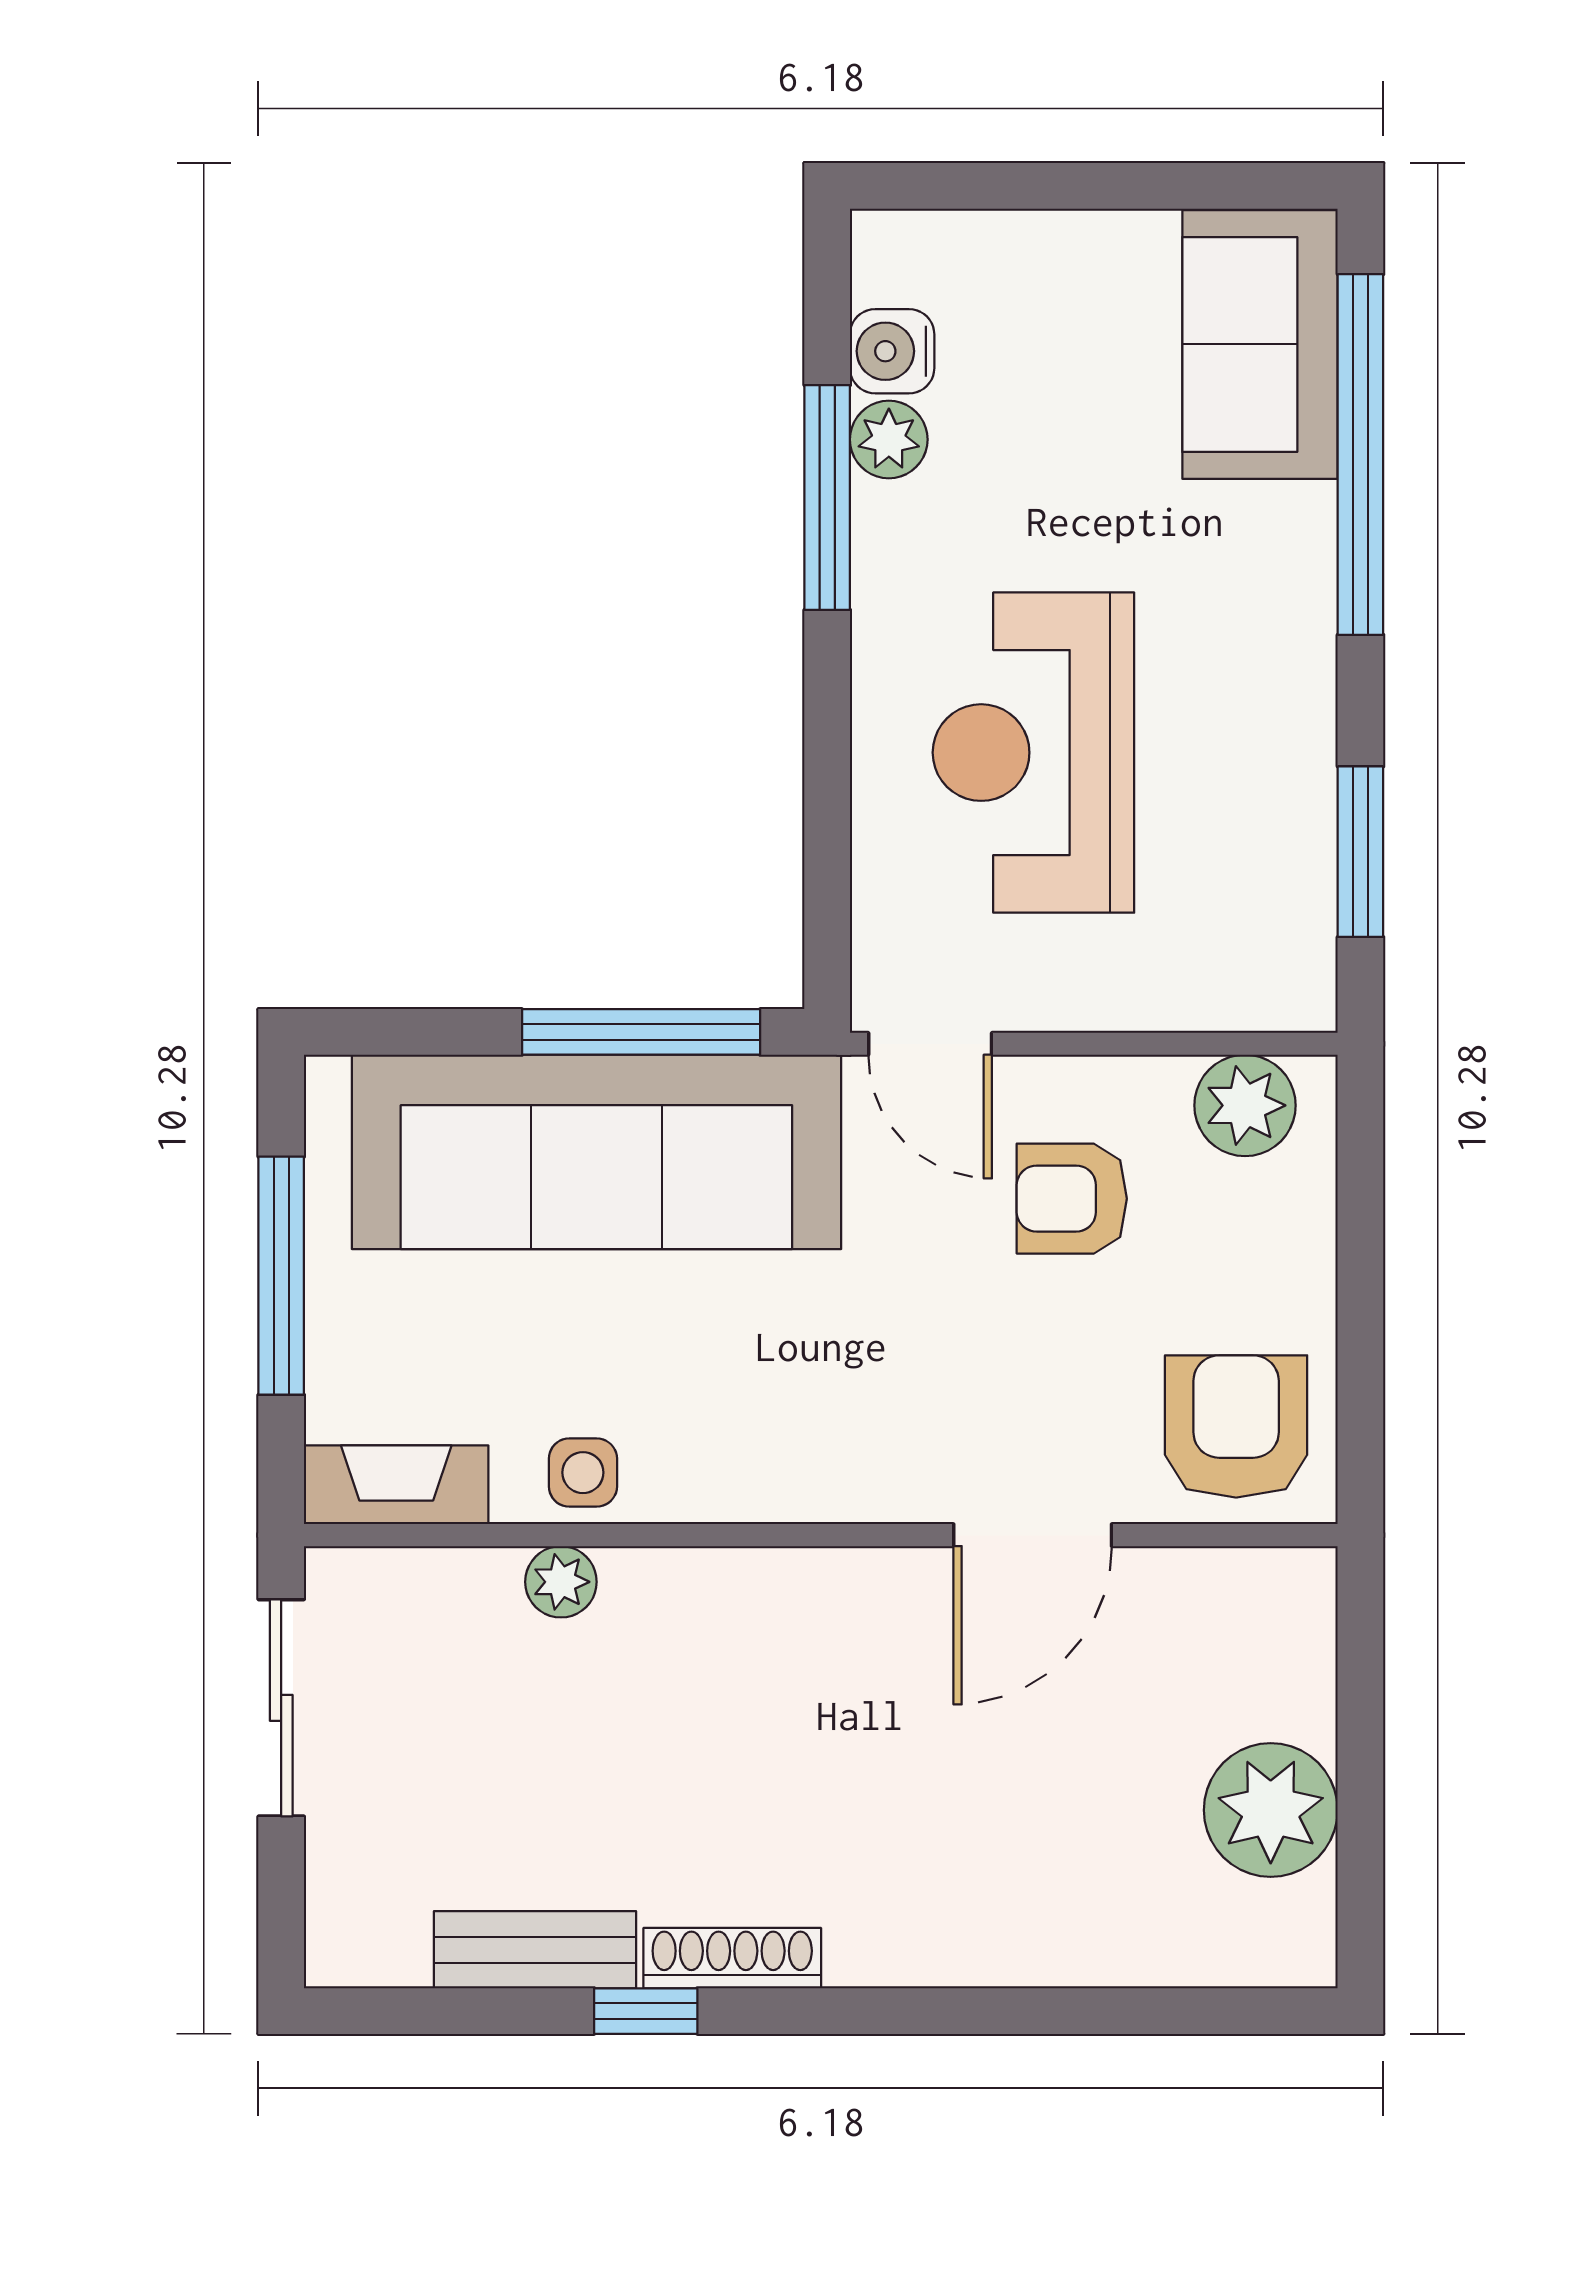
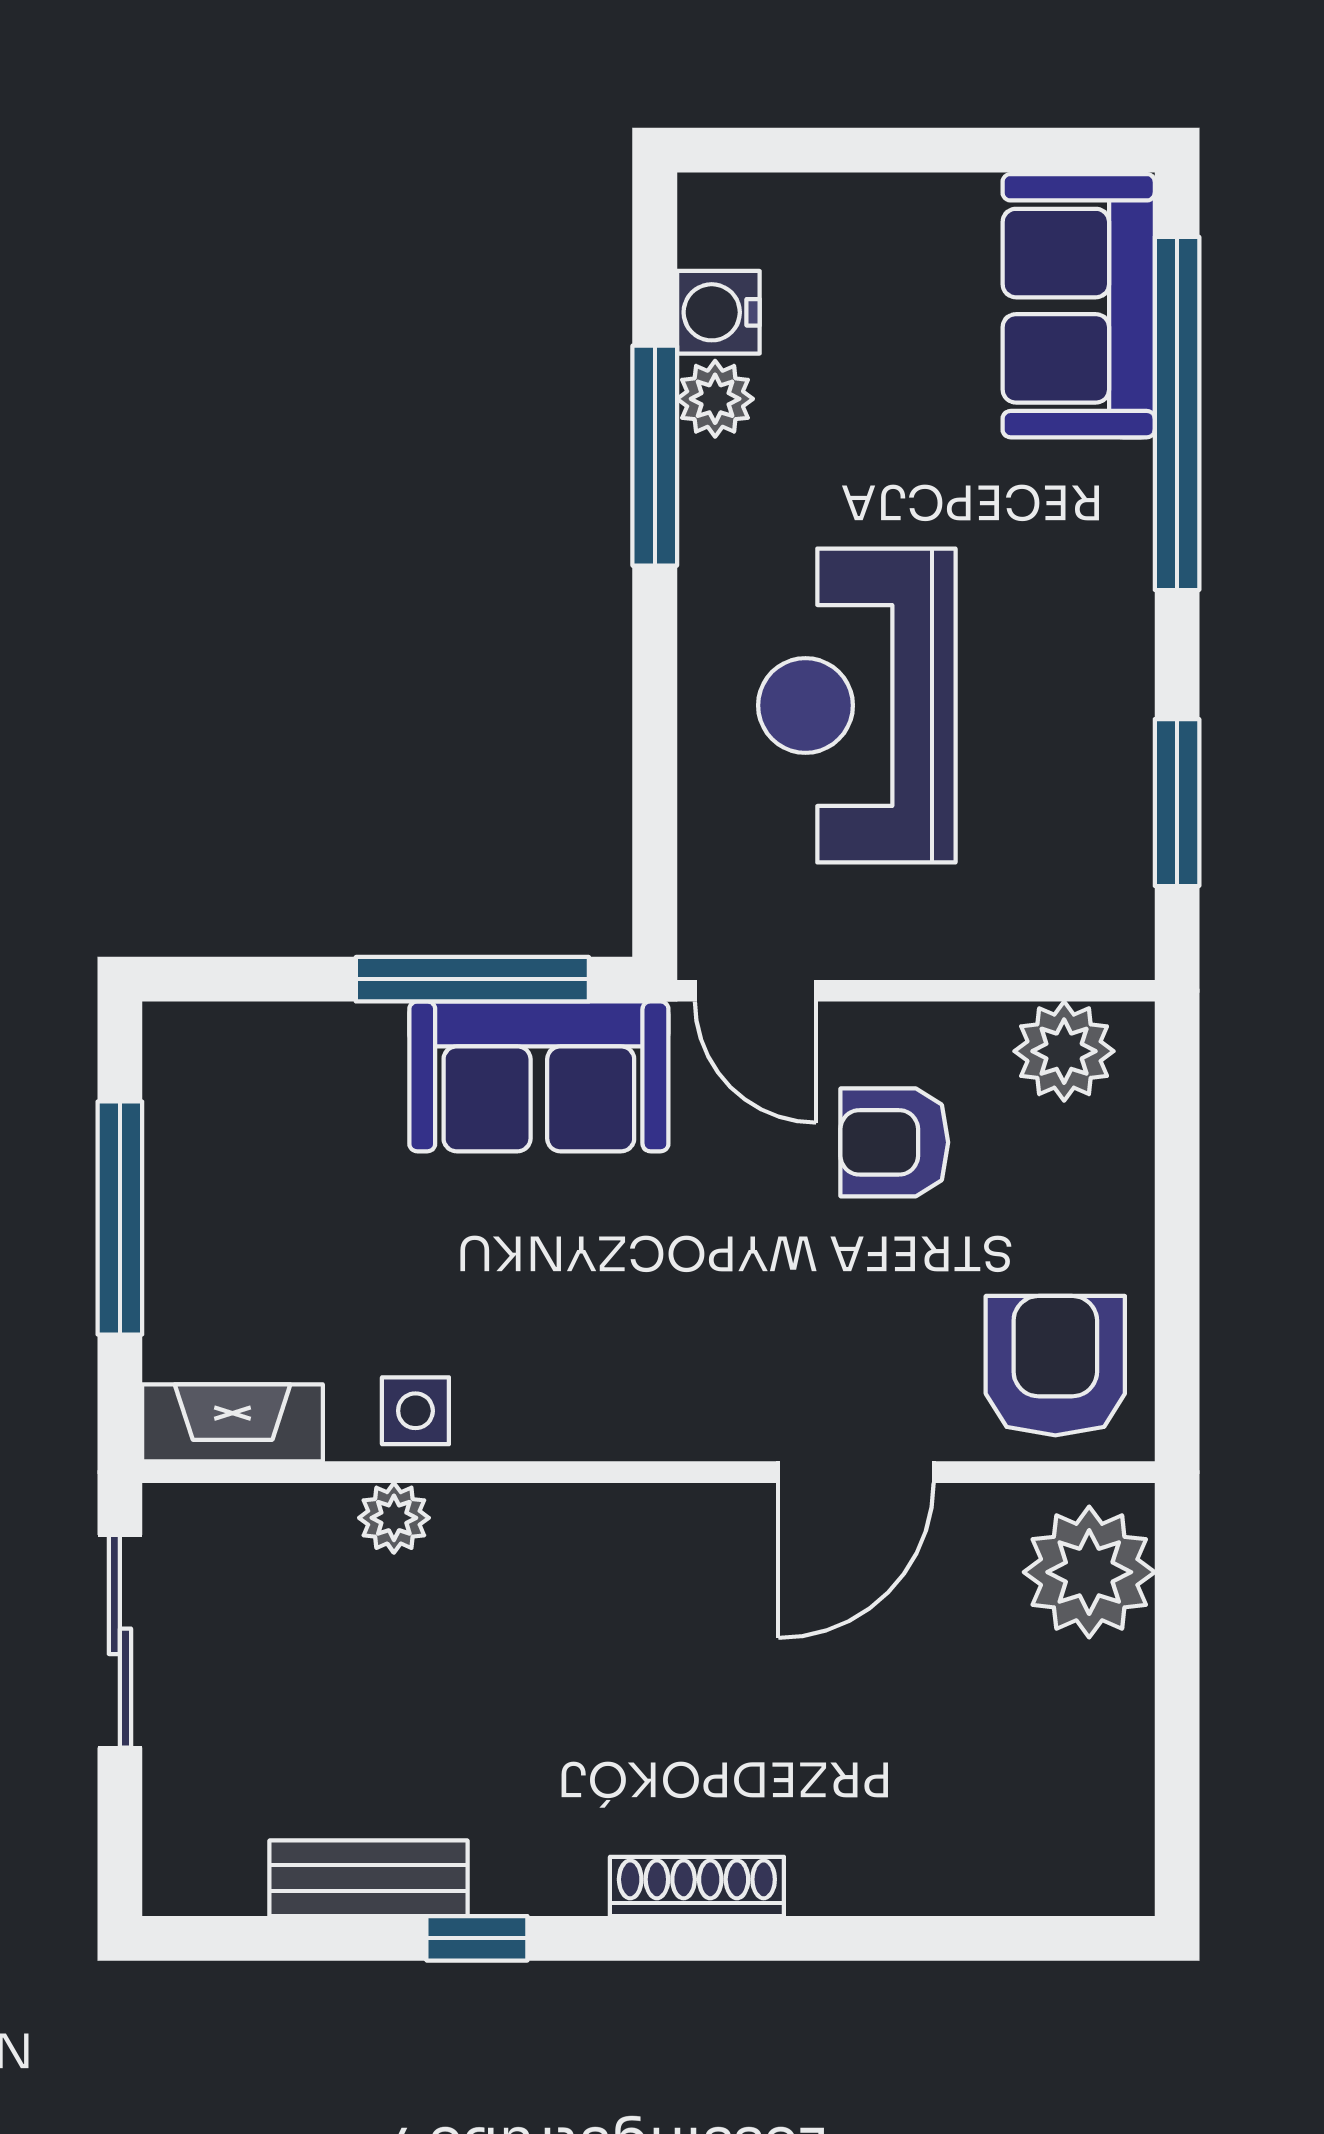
sofa: (596, 1152) -> (539, 1076), width x0.54, depth x0.79
plant: (1271, 1810) -> (1089, 1572), moved
shoe rack: (732, 1958) -> (697, 1886), moved

